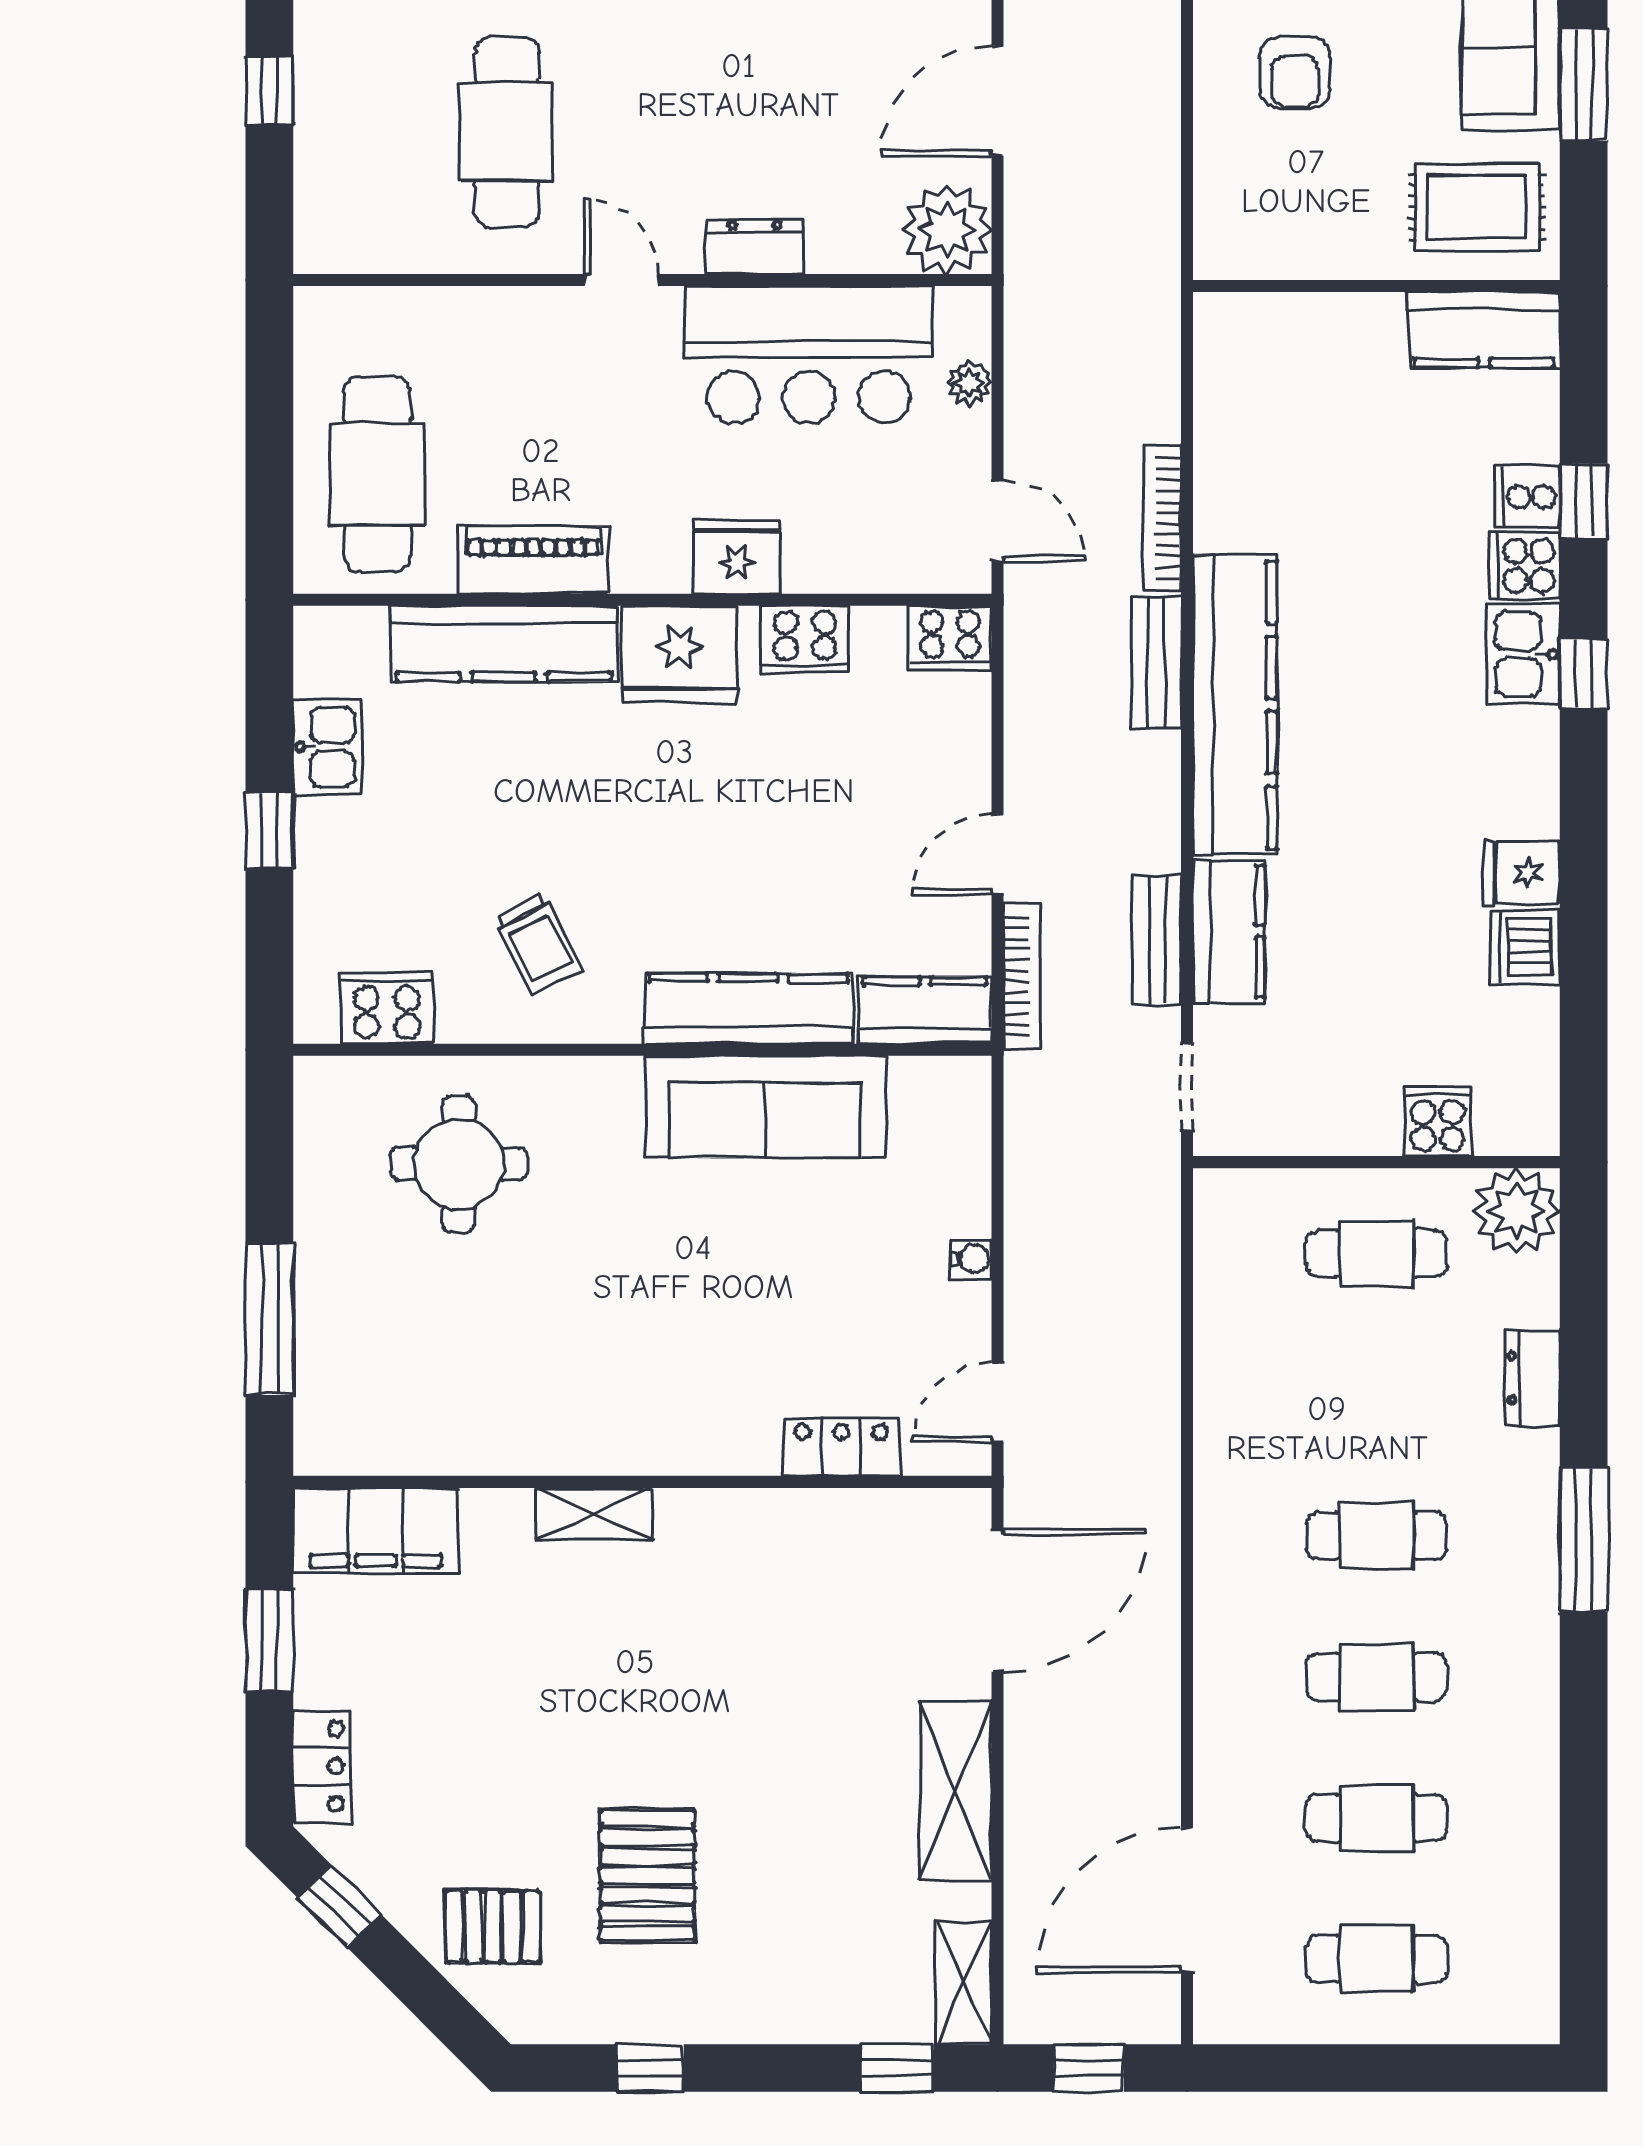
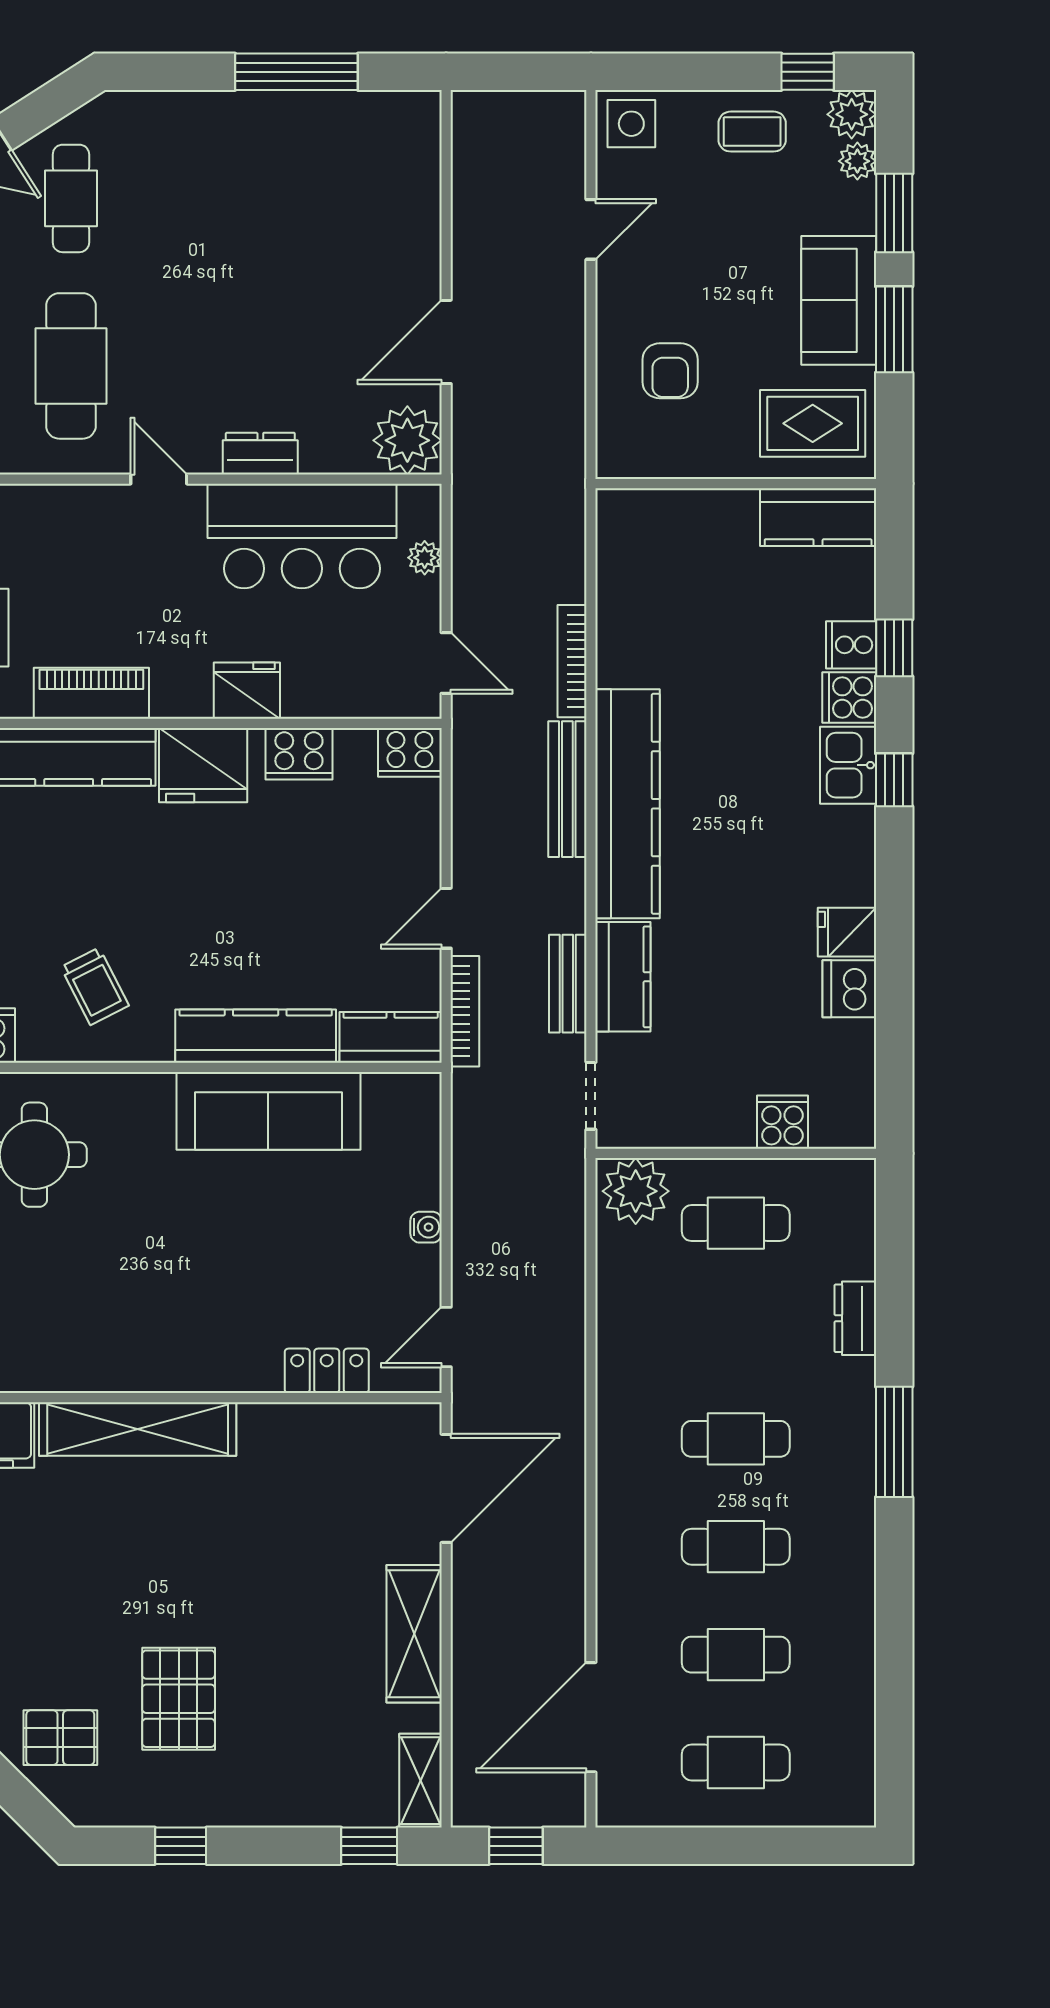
armchair: (1295, 73) -> (670, 371), moved
bench: (1156, 662) -> (567, 789), width x1.36
plant: (1517, 1211) -> (636, 1191), moved
shelving: (594, 1514) -> (138, 1429), width x2.20, depth x1.33

